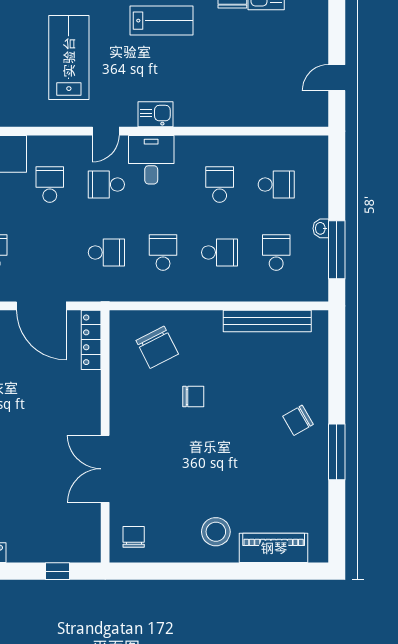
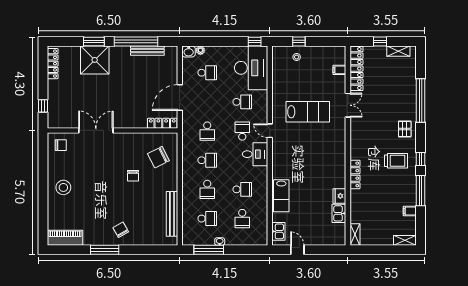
lab bench: (162, 21) -> (281, 196), moved
kitchen sink: (155, 114) -> (278, 231), moved
piano: (274, 548) -> (65, 238), moved, turned -90

